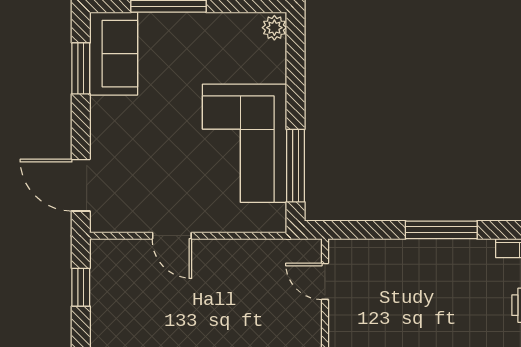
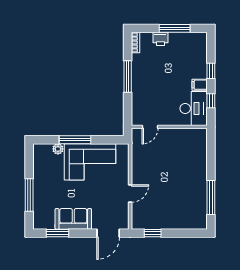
plant: (274, 28) -> (58, 149), moved
sofa: (114, 54) -> (73, 219), moved
window: (296, 166) -> (75, 140), moved

